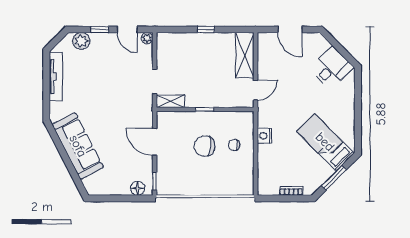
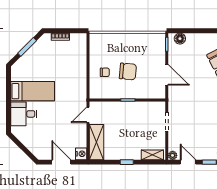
desk: (332, 68) -> (24, 114), moved, turned 45
shelving: (170, 101) -> (152, 155), moved
nightstand: (265, 136) -> (81, 154), moved
bed: (325, 142) -> (33, 91), moved, turned -45

